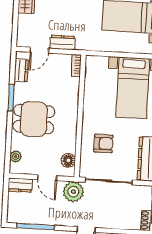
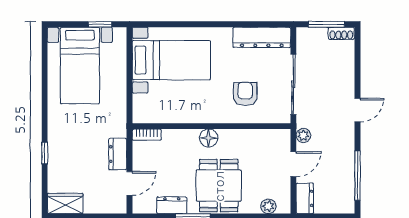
door: (39, 50) -> (129, 183), hinge flipped
dresser: (21, 70) -> (172, 205), moved
floor lamp: (68, 160) -> (209, 138), moved
plant: (73, 192) -> (303, 135), width x0.53, depth x0.53

